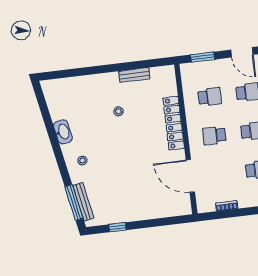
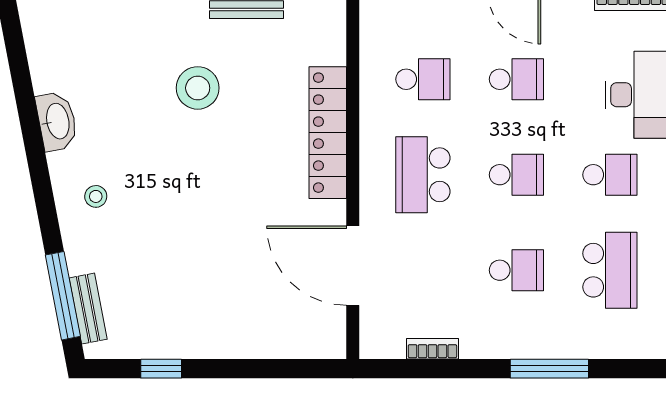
stool: (119, 111) -> (198, 88), width x1.89, depth x1.89
school desk: (214, 136) -> (423, 175), width x1.85
bench: (83, 202) -> (88, 309), width x0.73

